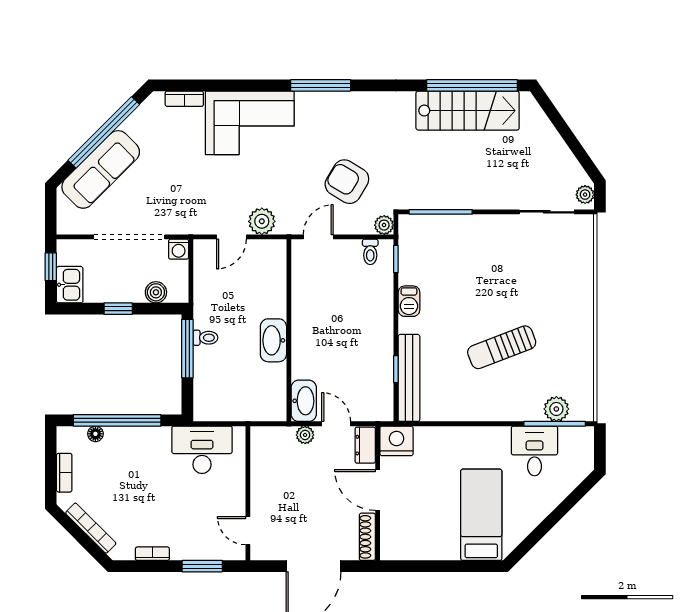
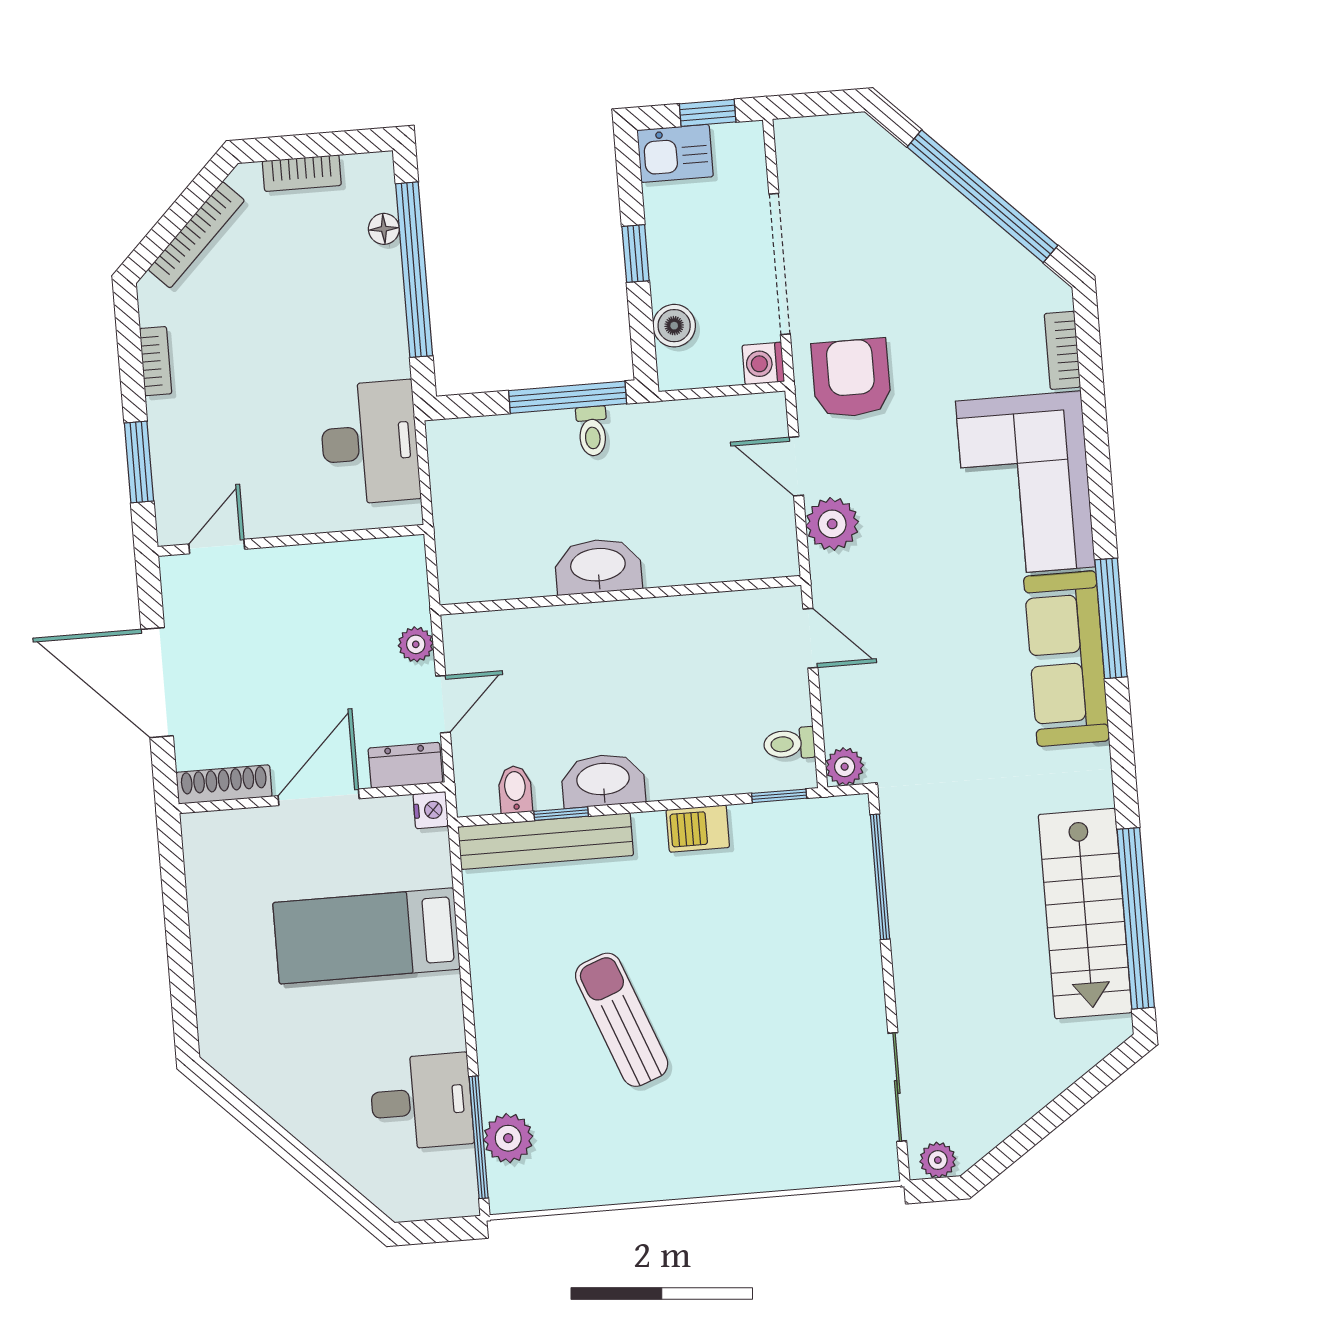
sofa: (101, 169) -> (1067, 659), moved, turned 45
armchair: (347, 182) -> (851, 378), moved, turned -31
bidet: (382, 391) -> (515, 789), added
washbasin: (304, 401) -> (603, 780), moved, turned 180
nightstand: (397, 441) -> (431, 810), width x0.53, depth x0.56
bed: (481, 515) -> (366, 936), moved, turned 180

